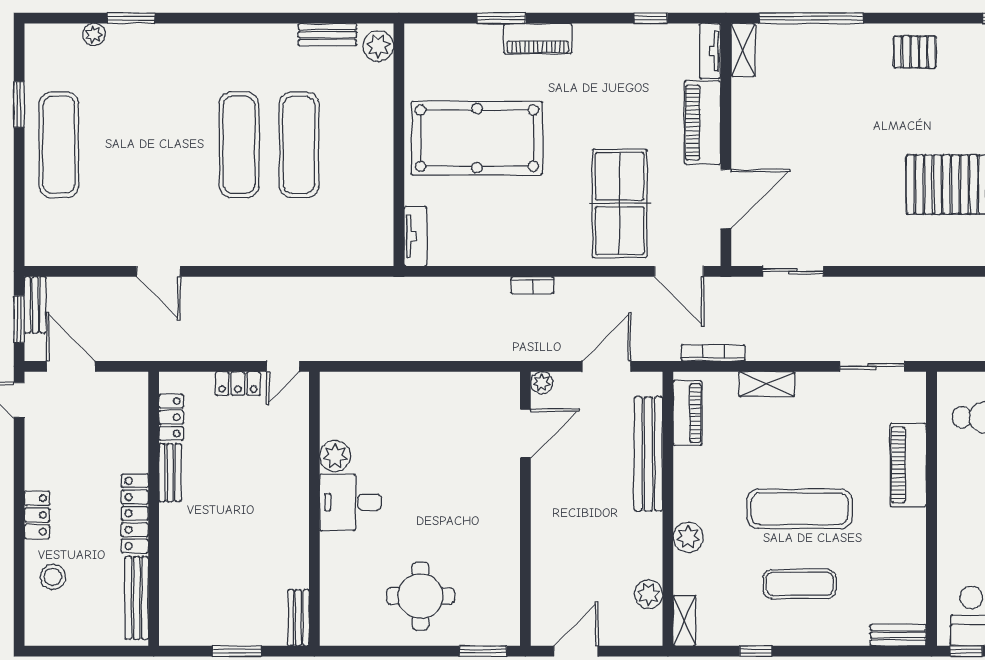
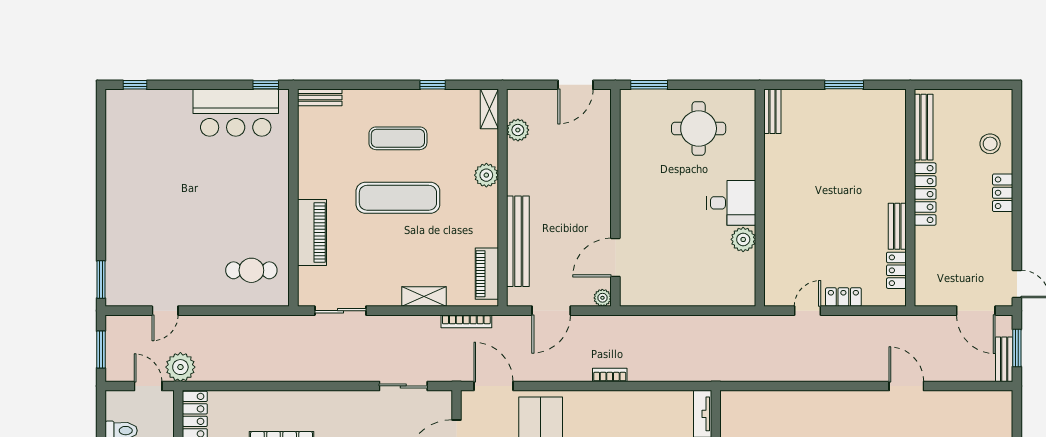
plant: (335, 456) -> (743, 239), moved
desk: (350, 502) -> (731, 203), moved
wall: (314, 509) -> (760, 198), moved
bench: (298, 618) -> (772, 111), moved

